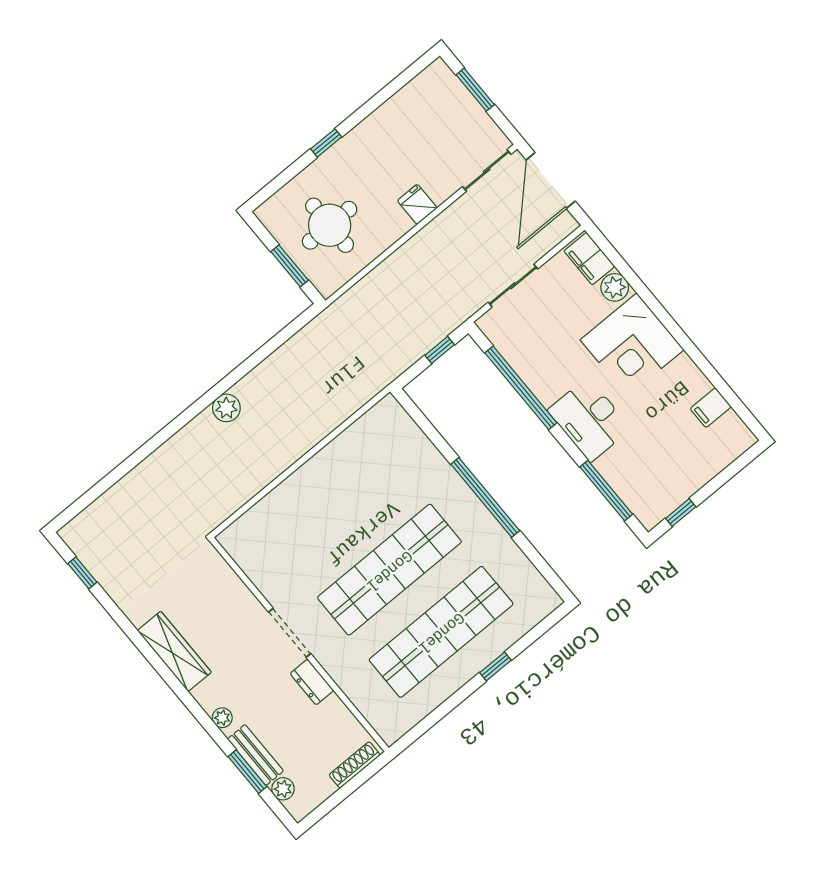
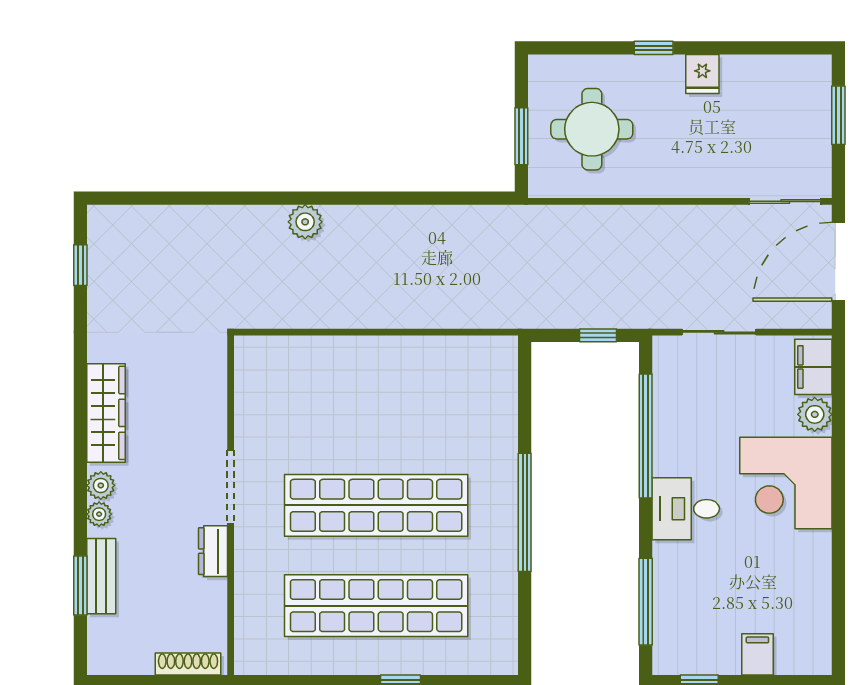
fridge: (417, 204) -> (702, 74), moved, turned 180
plant: (226, 408) -> (305, 222), moved
filing cabinet: (711, 408) -> (757, 654), moved, turned 90
desk: (589, 420) -> (686, 509), width x0.73
plant: (283, 789) -> (101, 485), moved

